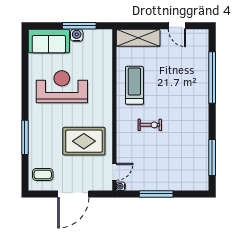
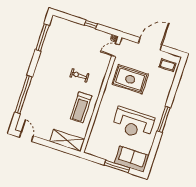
window: (79, 26) -> (117, 166), moved
door: (177, 26) -> (26, 137), moved
water cooler: (77, 35) -> (110, 157), removed
window: (25, 137) -> (164, 119), moved
window: (156, 194) -> (91, 25), width x0.46

